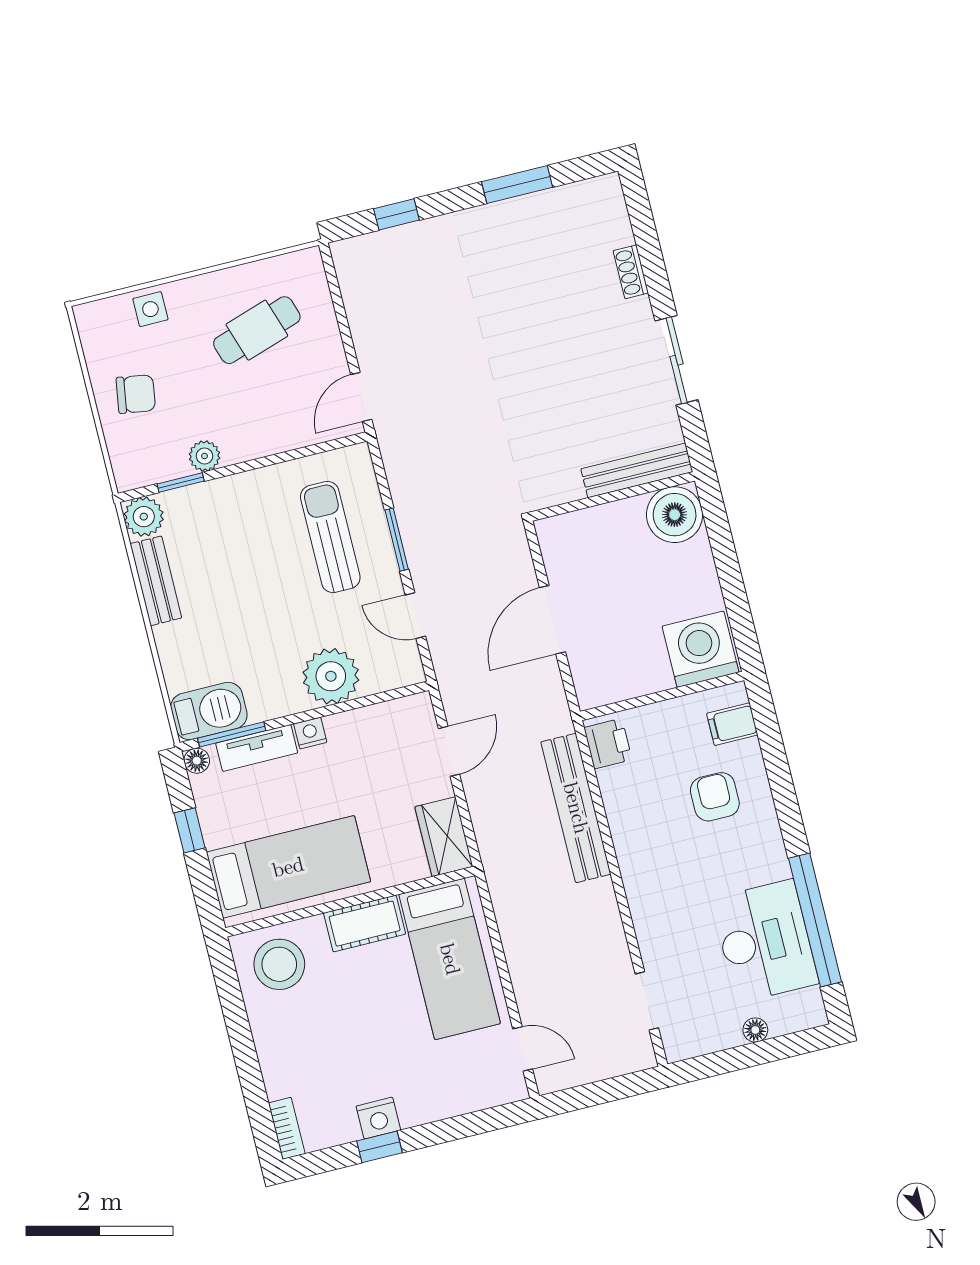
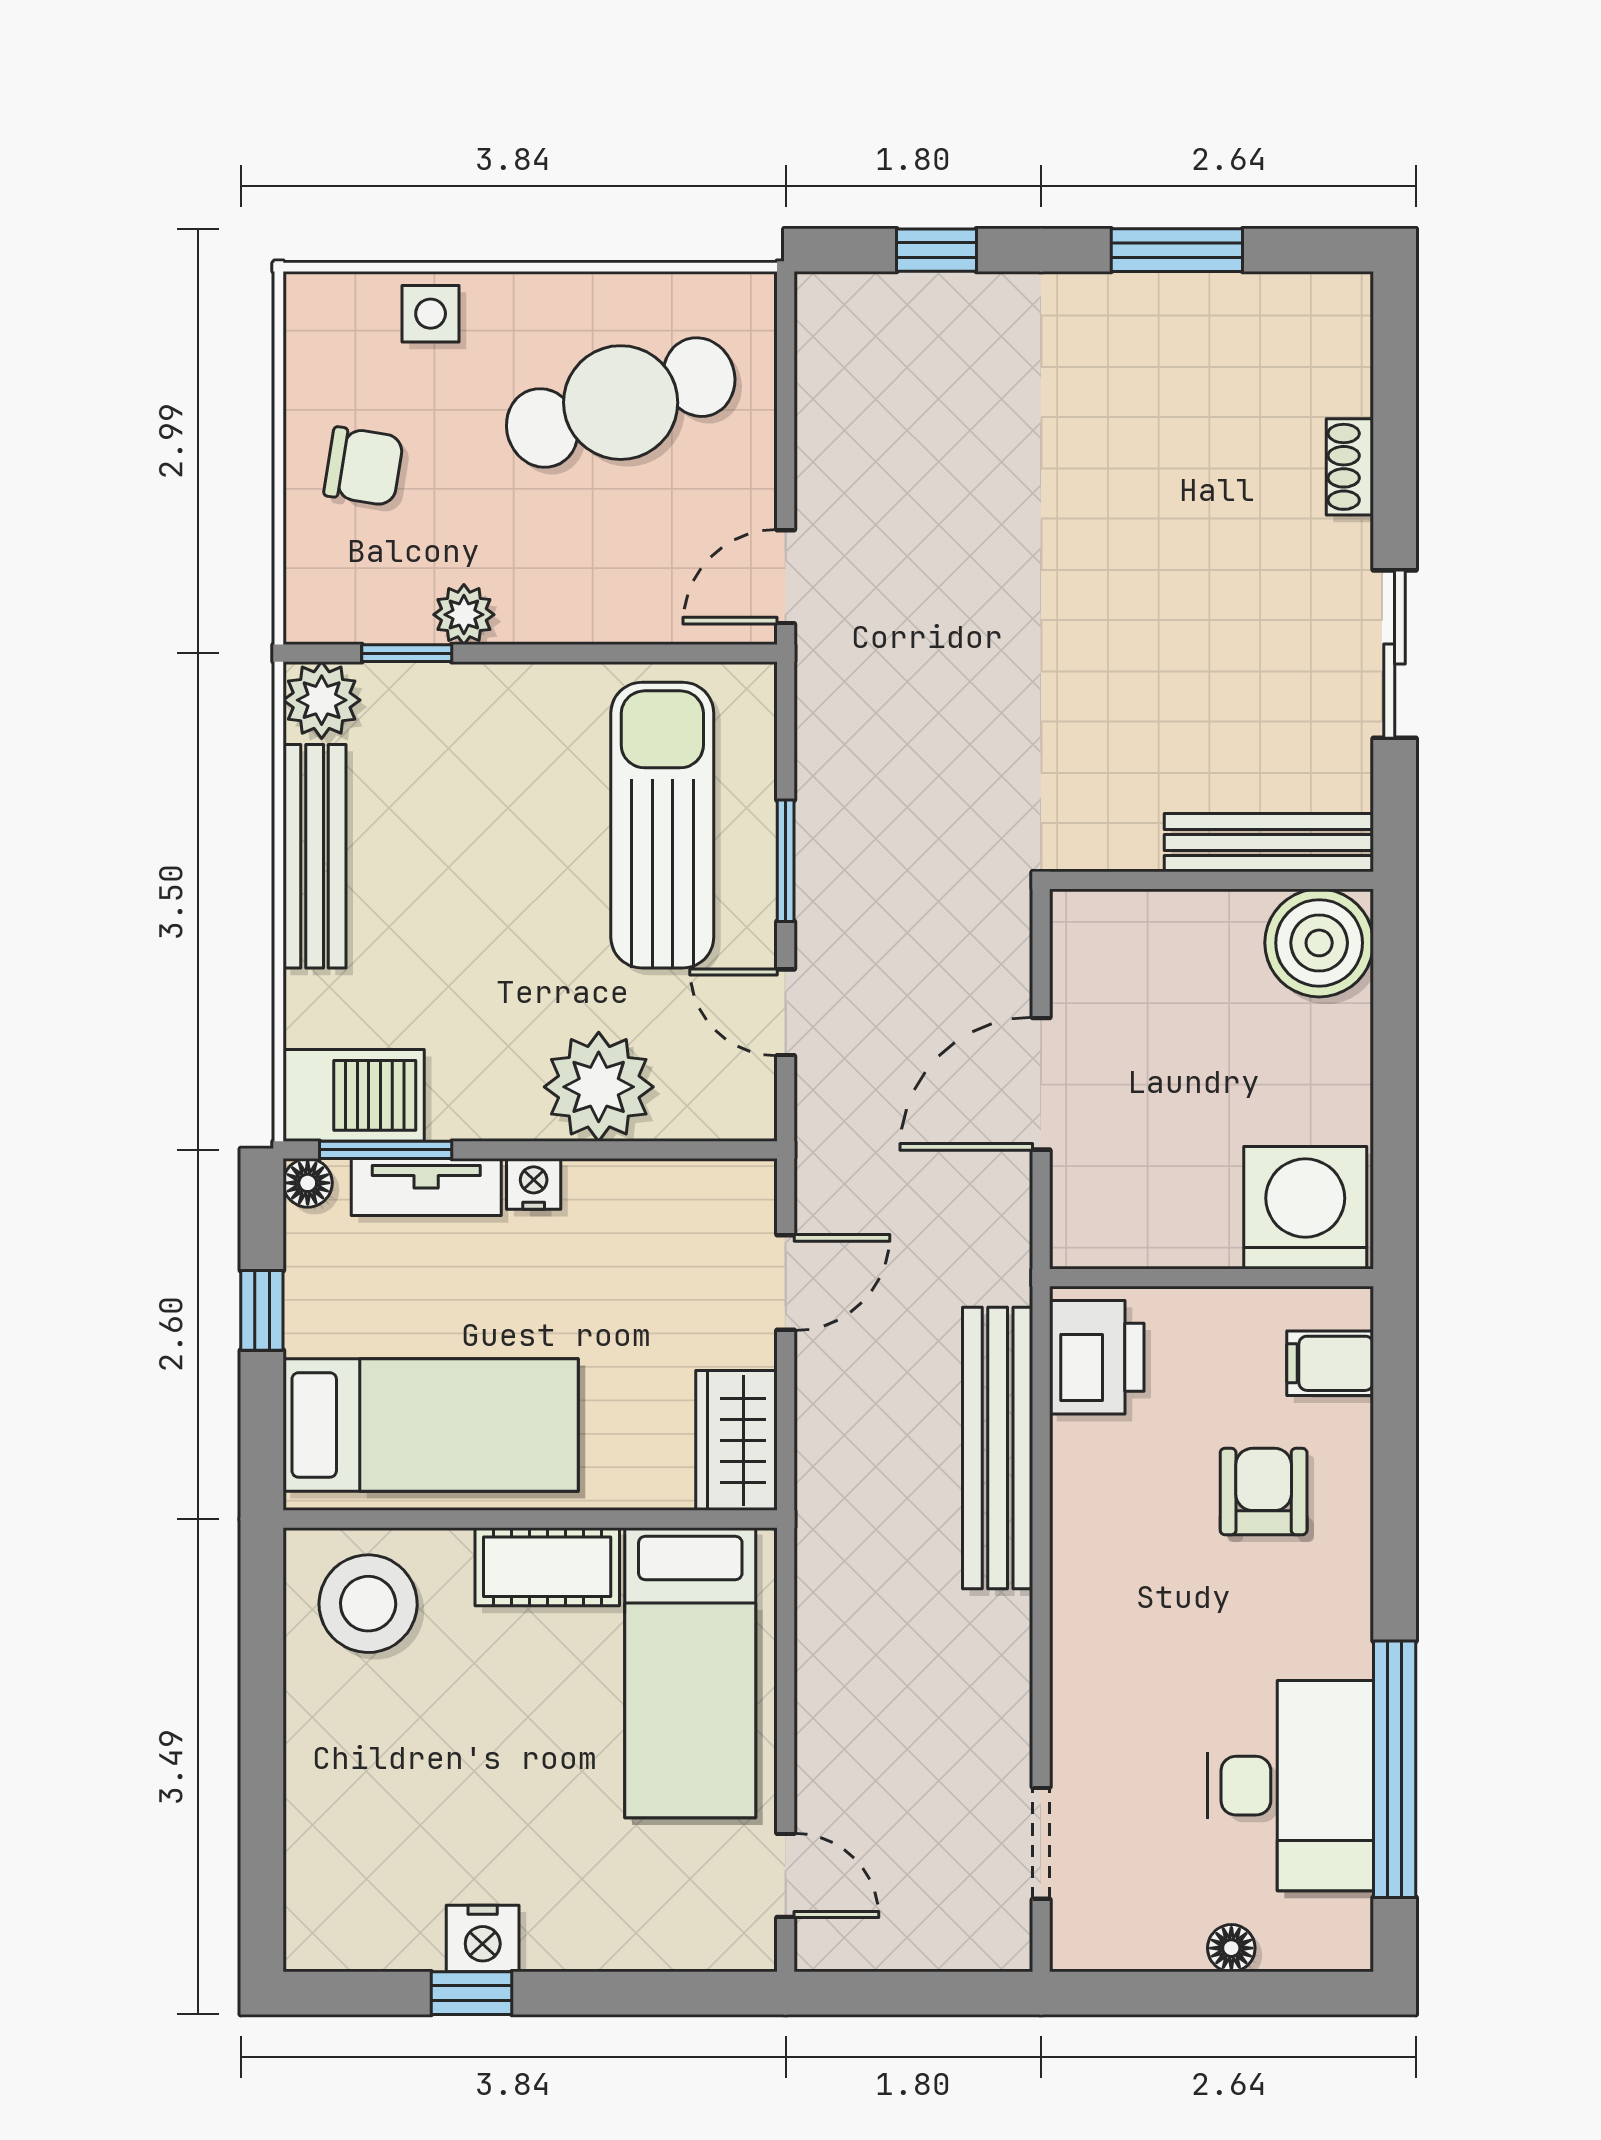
cafe table: (257, 330) -> (621, 403), width x1.37, depth x1.35
sun lounger: (330, 537) -> (662, 825), width x1.36, depth x1.34
bench: (156, 581) -> (315, 856), width x1.36
printer: (608, 744) -> (1097, 1357), width x1.36, depth x1.24
bookcase: (287, 1128) -> (306, 1915), removed

